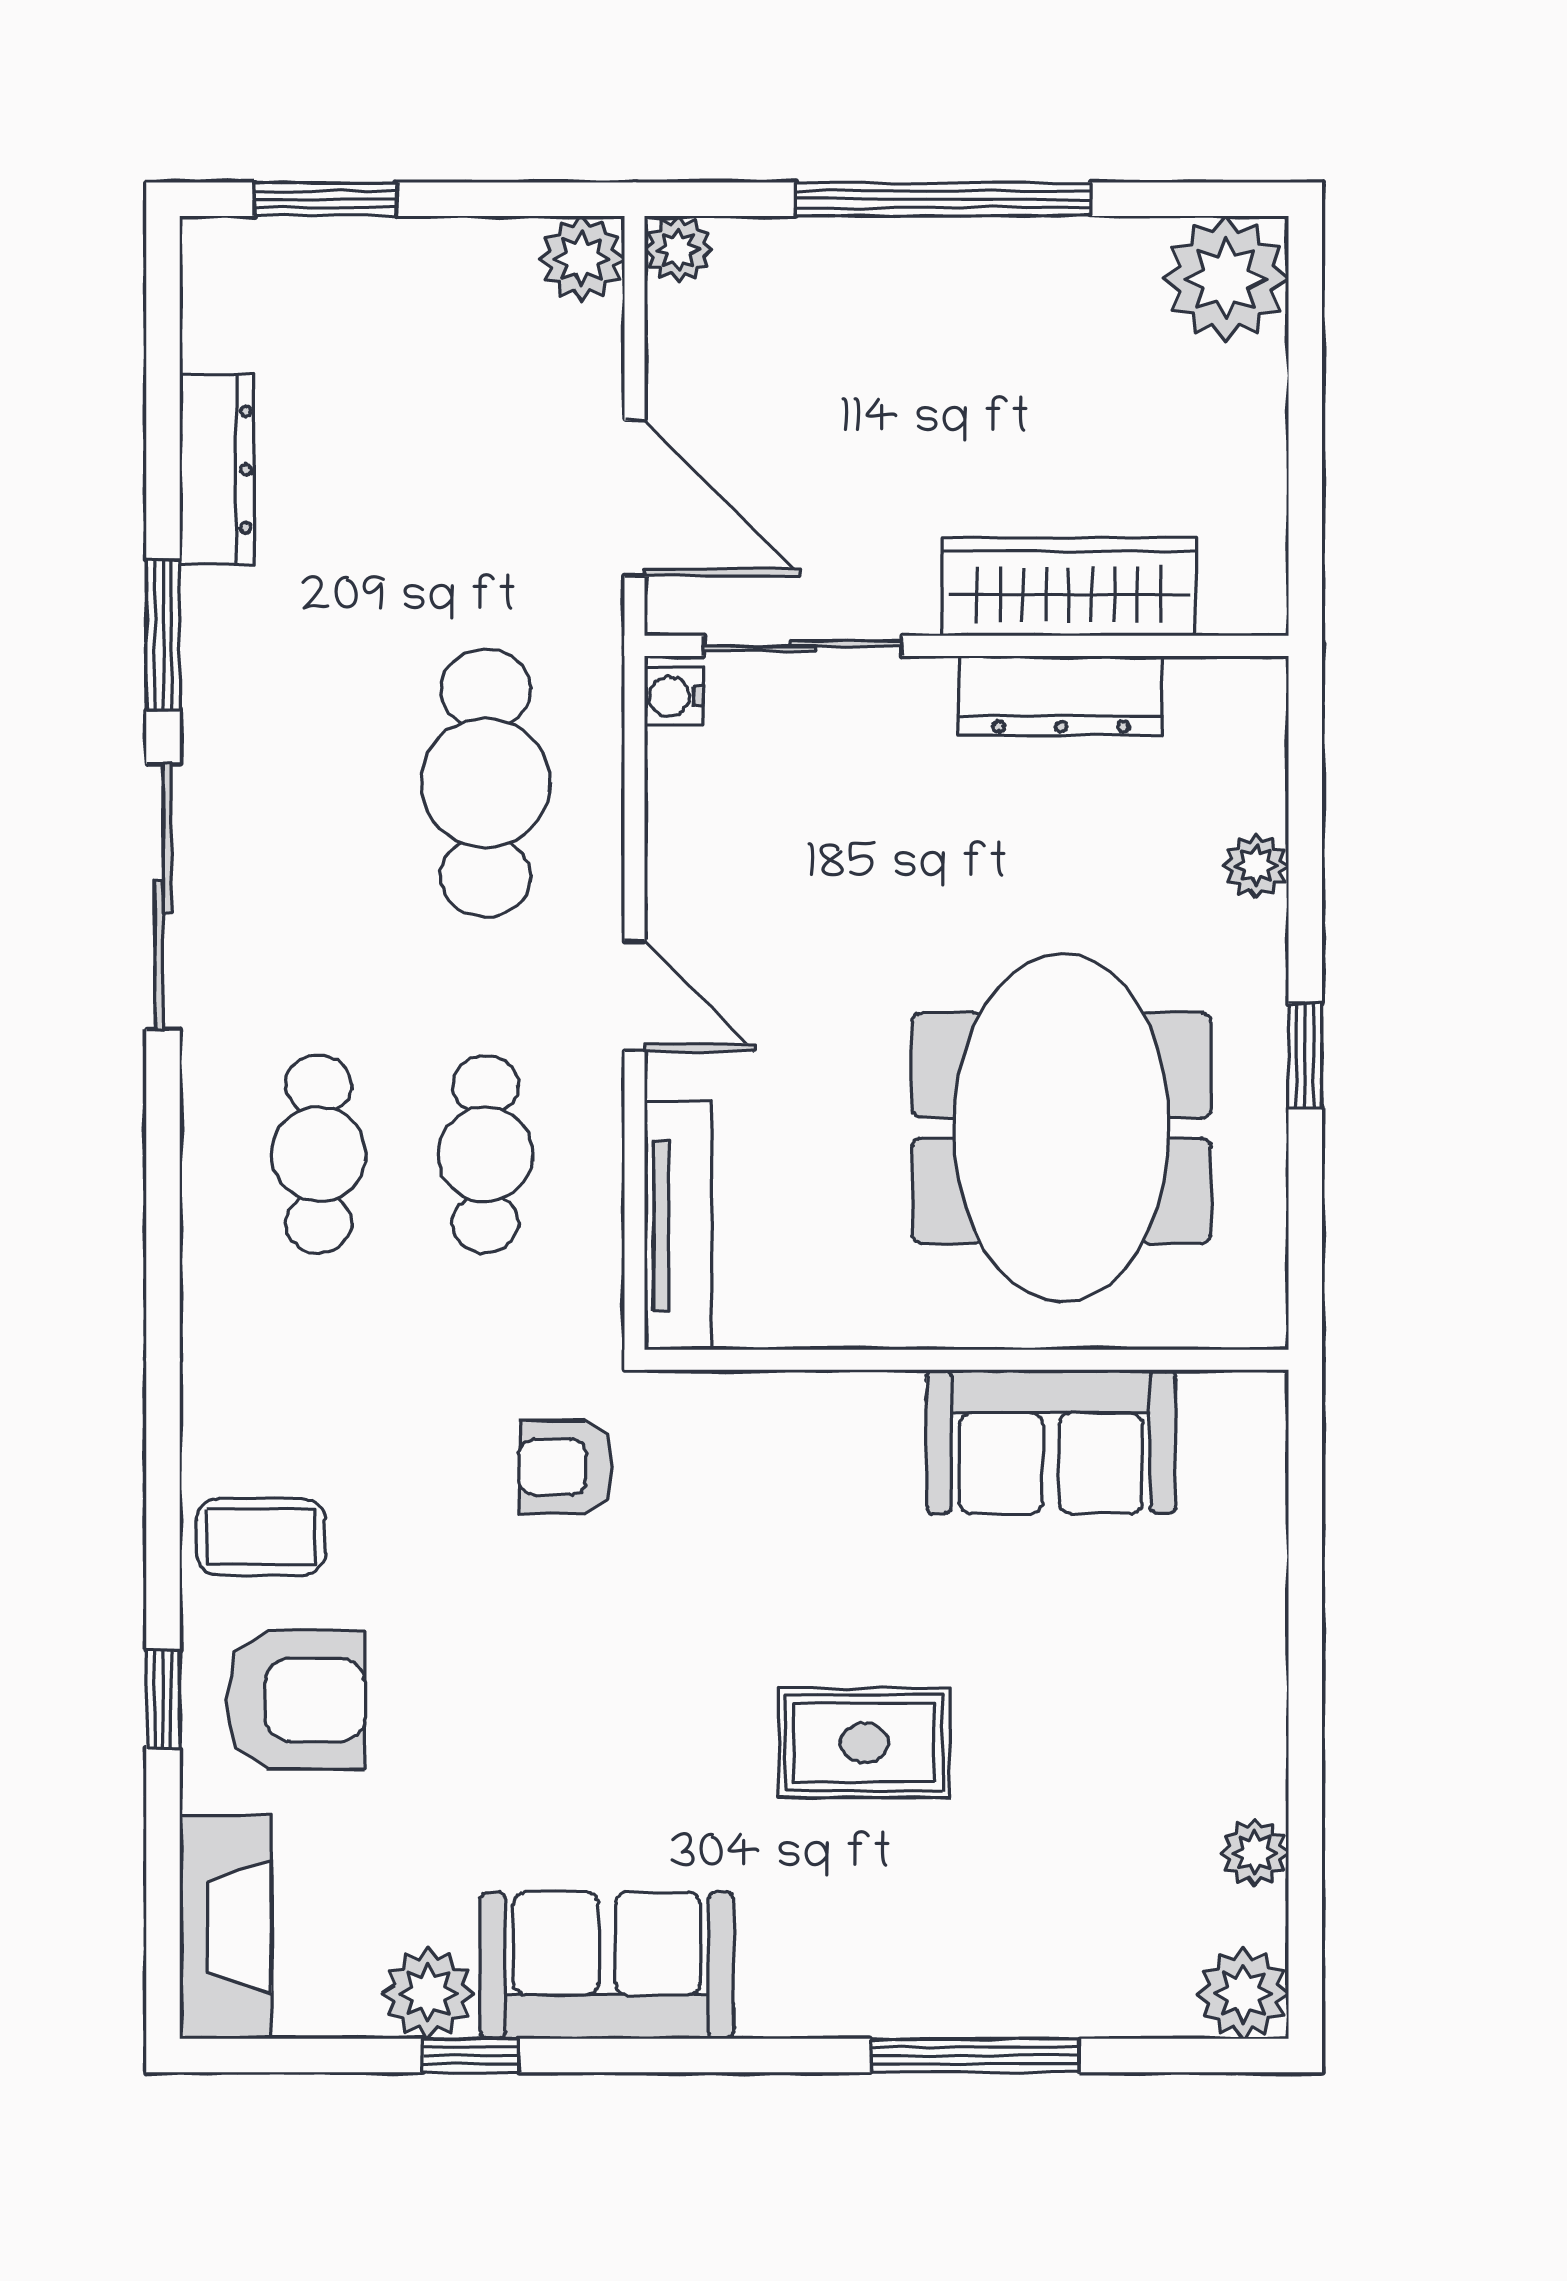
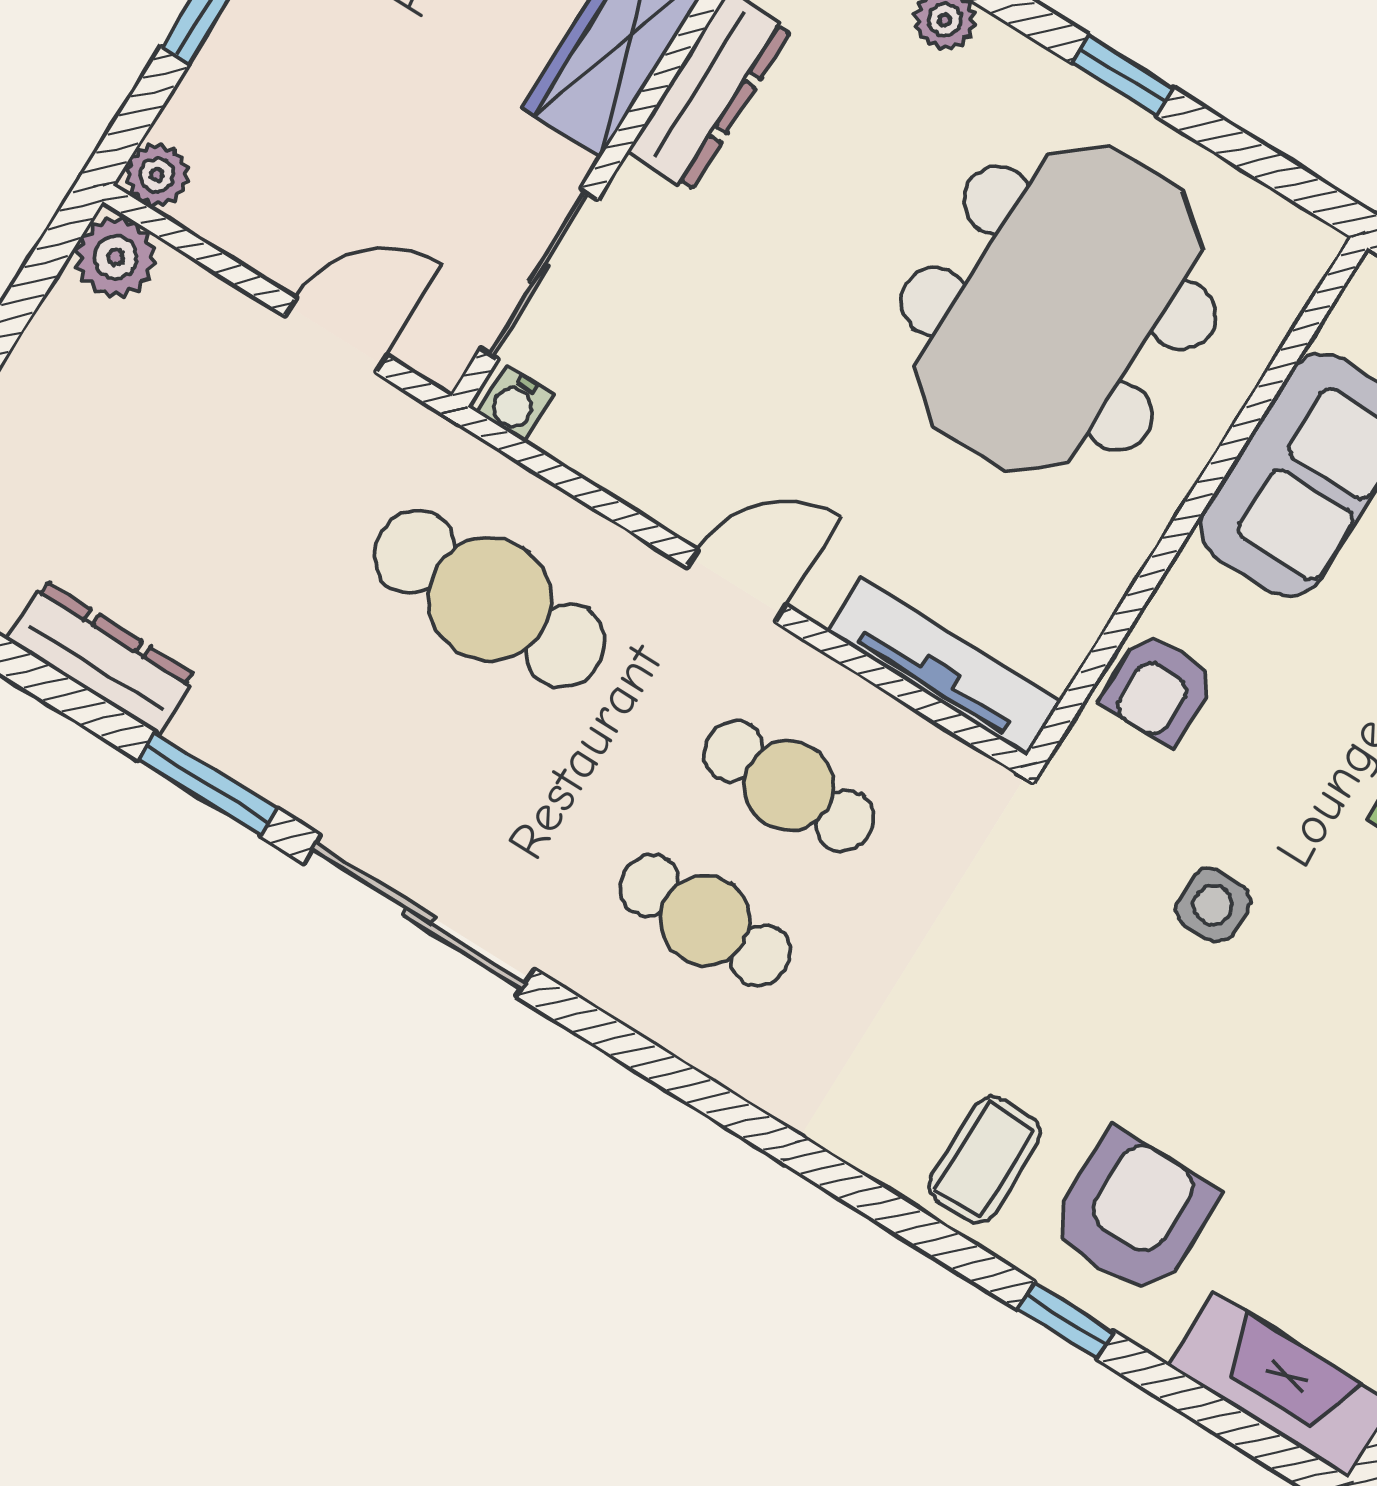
door: (635, 498) -> (335, 335), width x0.73
meeting table: (1062, 1128) -> (1058, 308), turned 90
armchair: (566, 1467) -> (1158, 688), moved
side table: (616, 1599) -> (1213, 905), added

